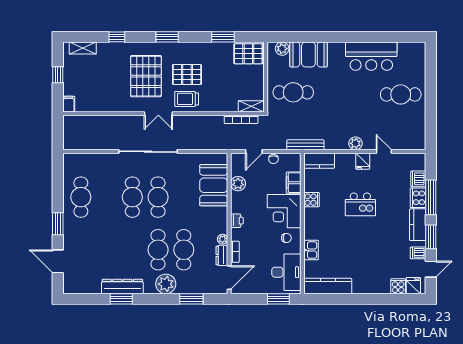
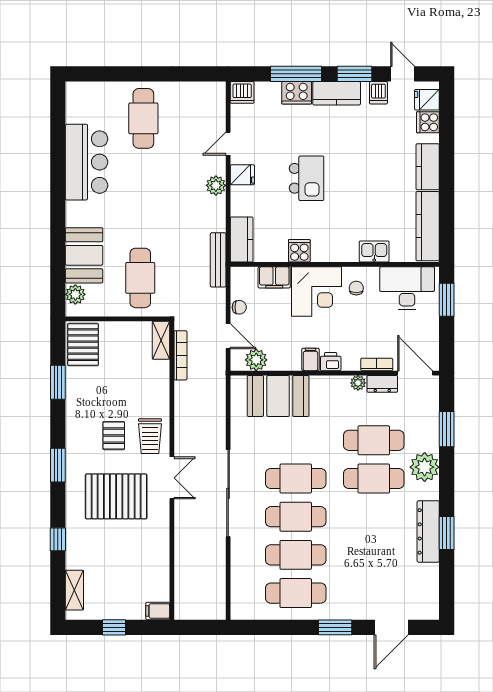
pallet: (187, 75) -> (114, 436), width x0.67, depth x0.71
dishwasher: (418, 179) -> (242, 92), moved
plant: (238, 184) -> (256, 360), moved
cafe table: (107, 197) -> (296, 555), added
filing cabinet: (238, 207) -> (310, 359), added
kitchen counter: (368, 286) -> (428, 167), added

